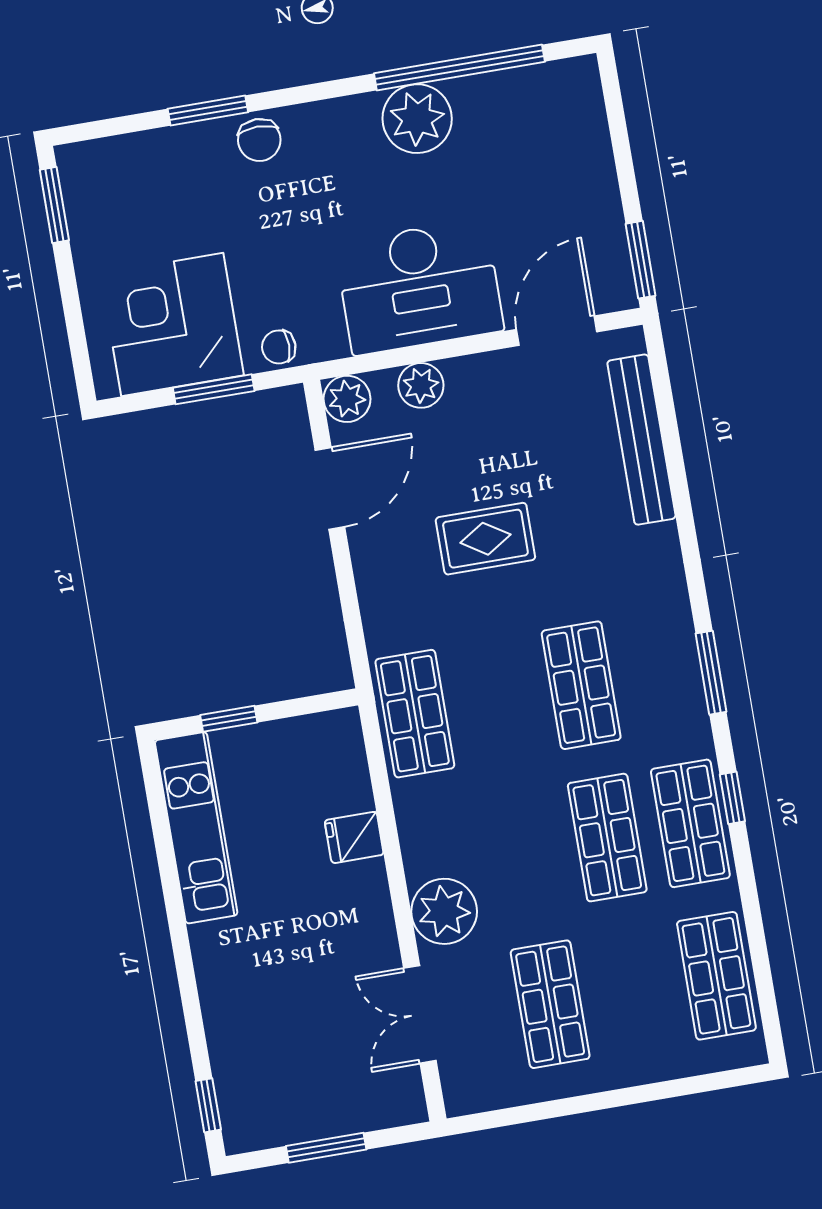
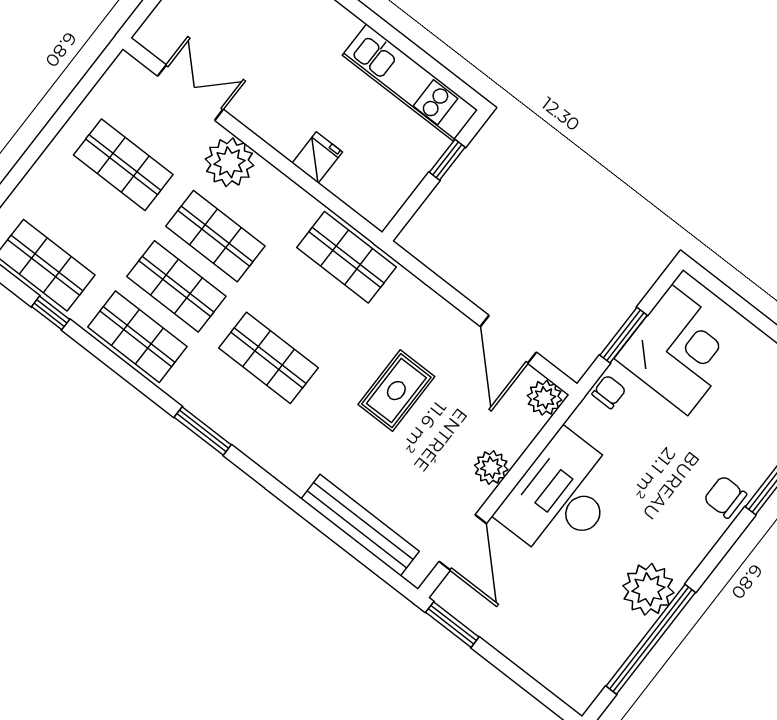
plant: (421, 385) -> (491, 467), moved
window: (732, 798) -> (51, 313), moved
shop shelf: (524, 852) -> (215, 236), added

